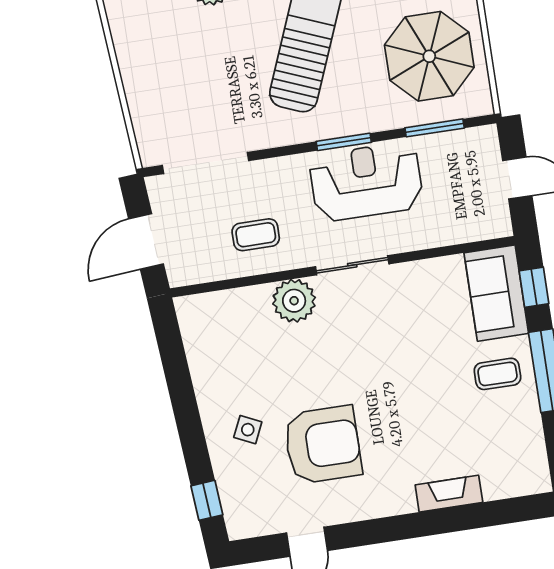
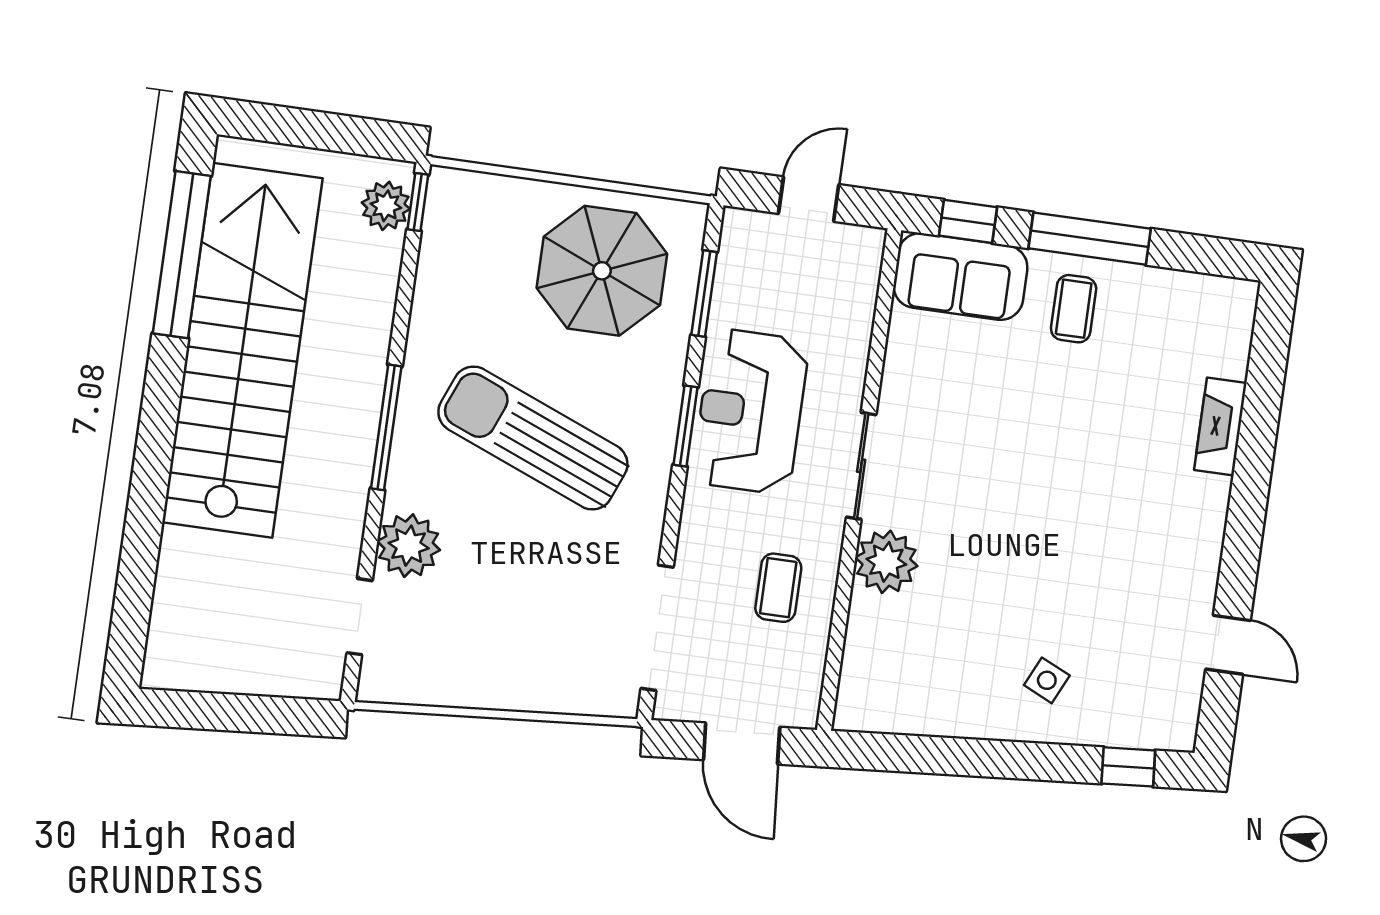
armchair: (323, 445) -> (1099, 582), removed

